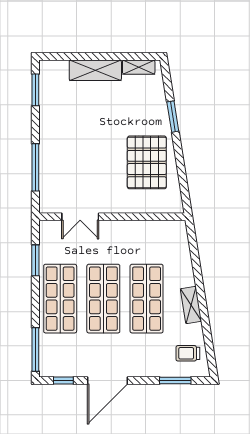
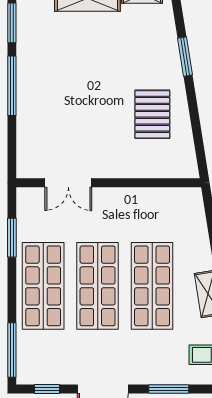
pallet: (147, 162) -> (152, 114), width x0.73, depth x0.71
window: (35, 167) -> (12, 86), moved
window: (175, 380) -> (169, 389), moved

